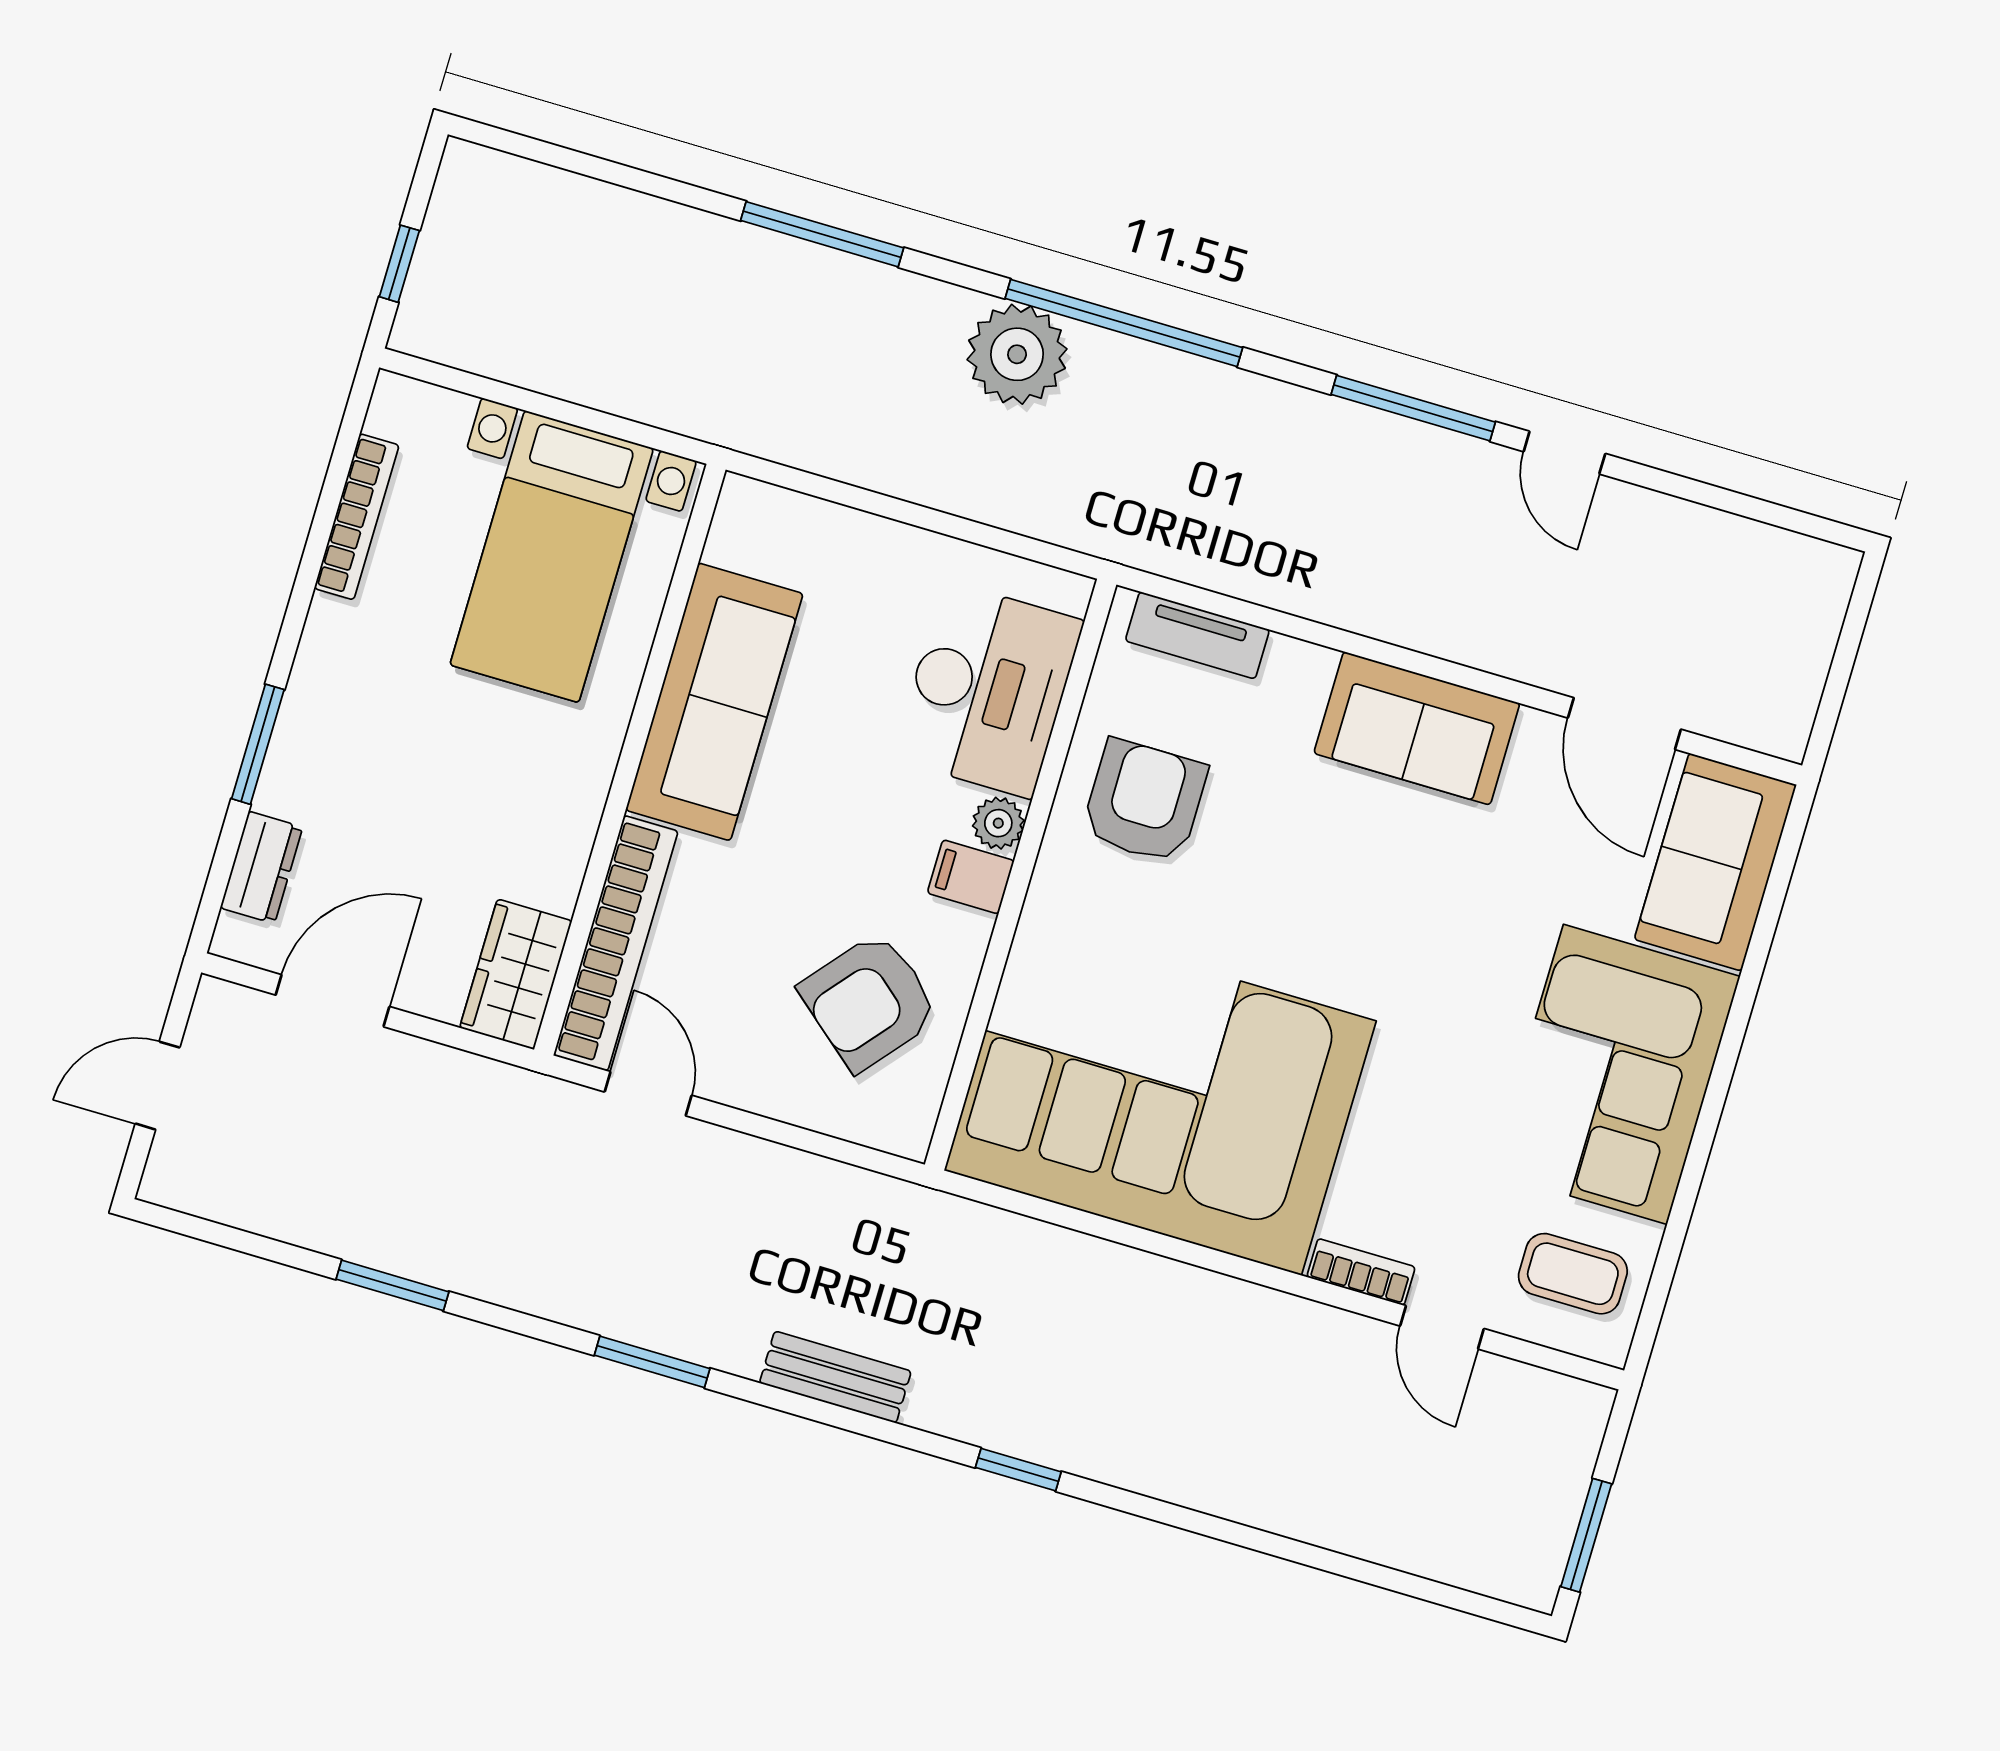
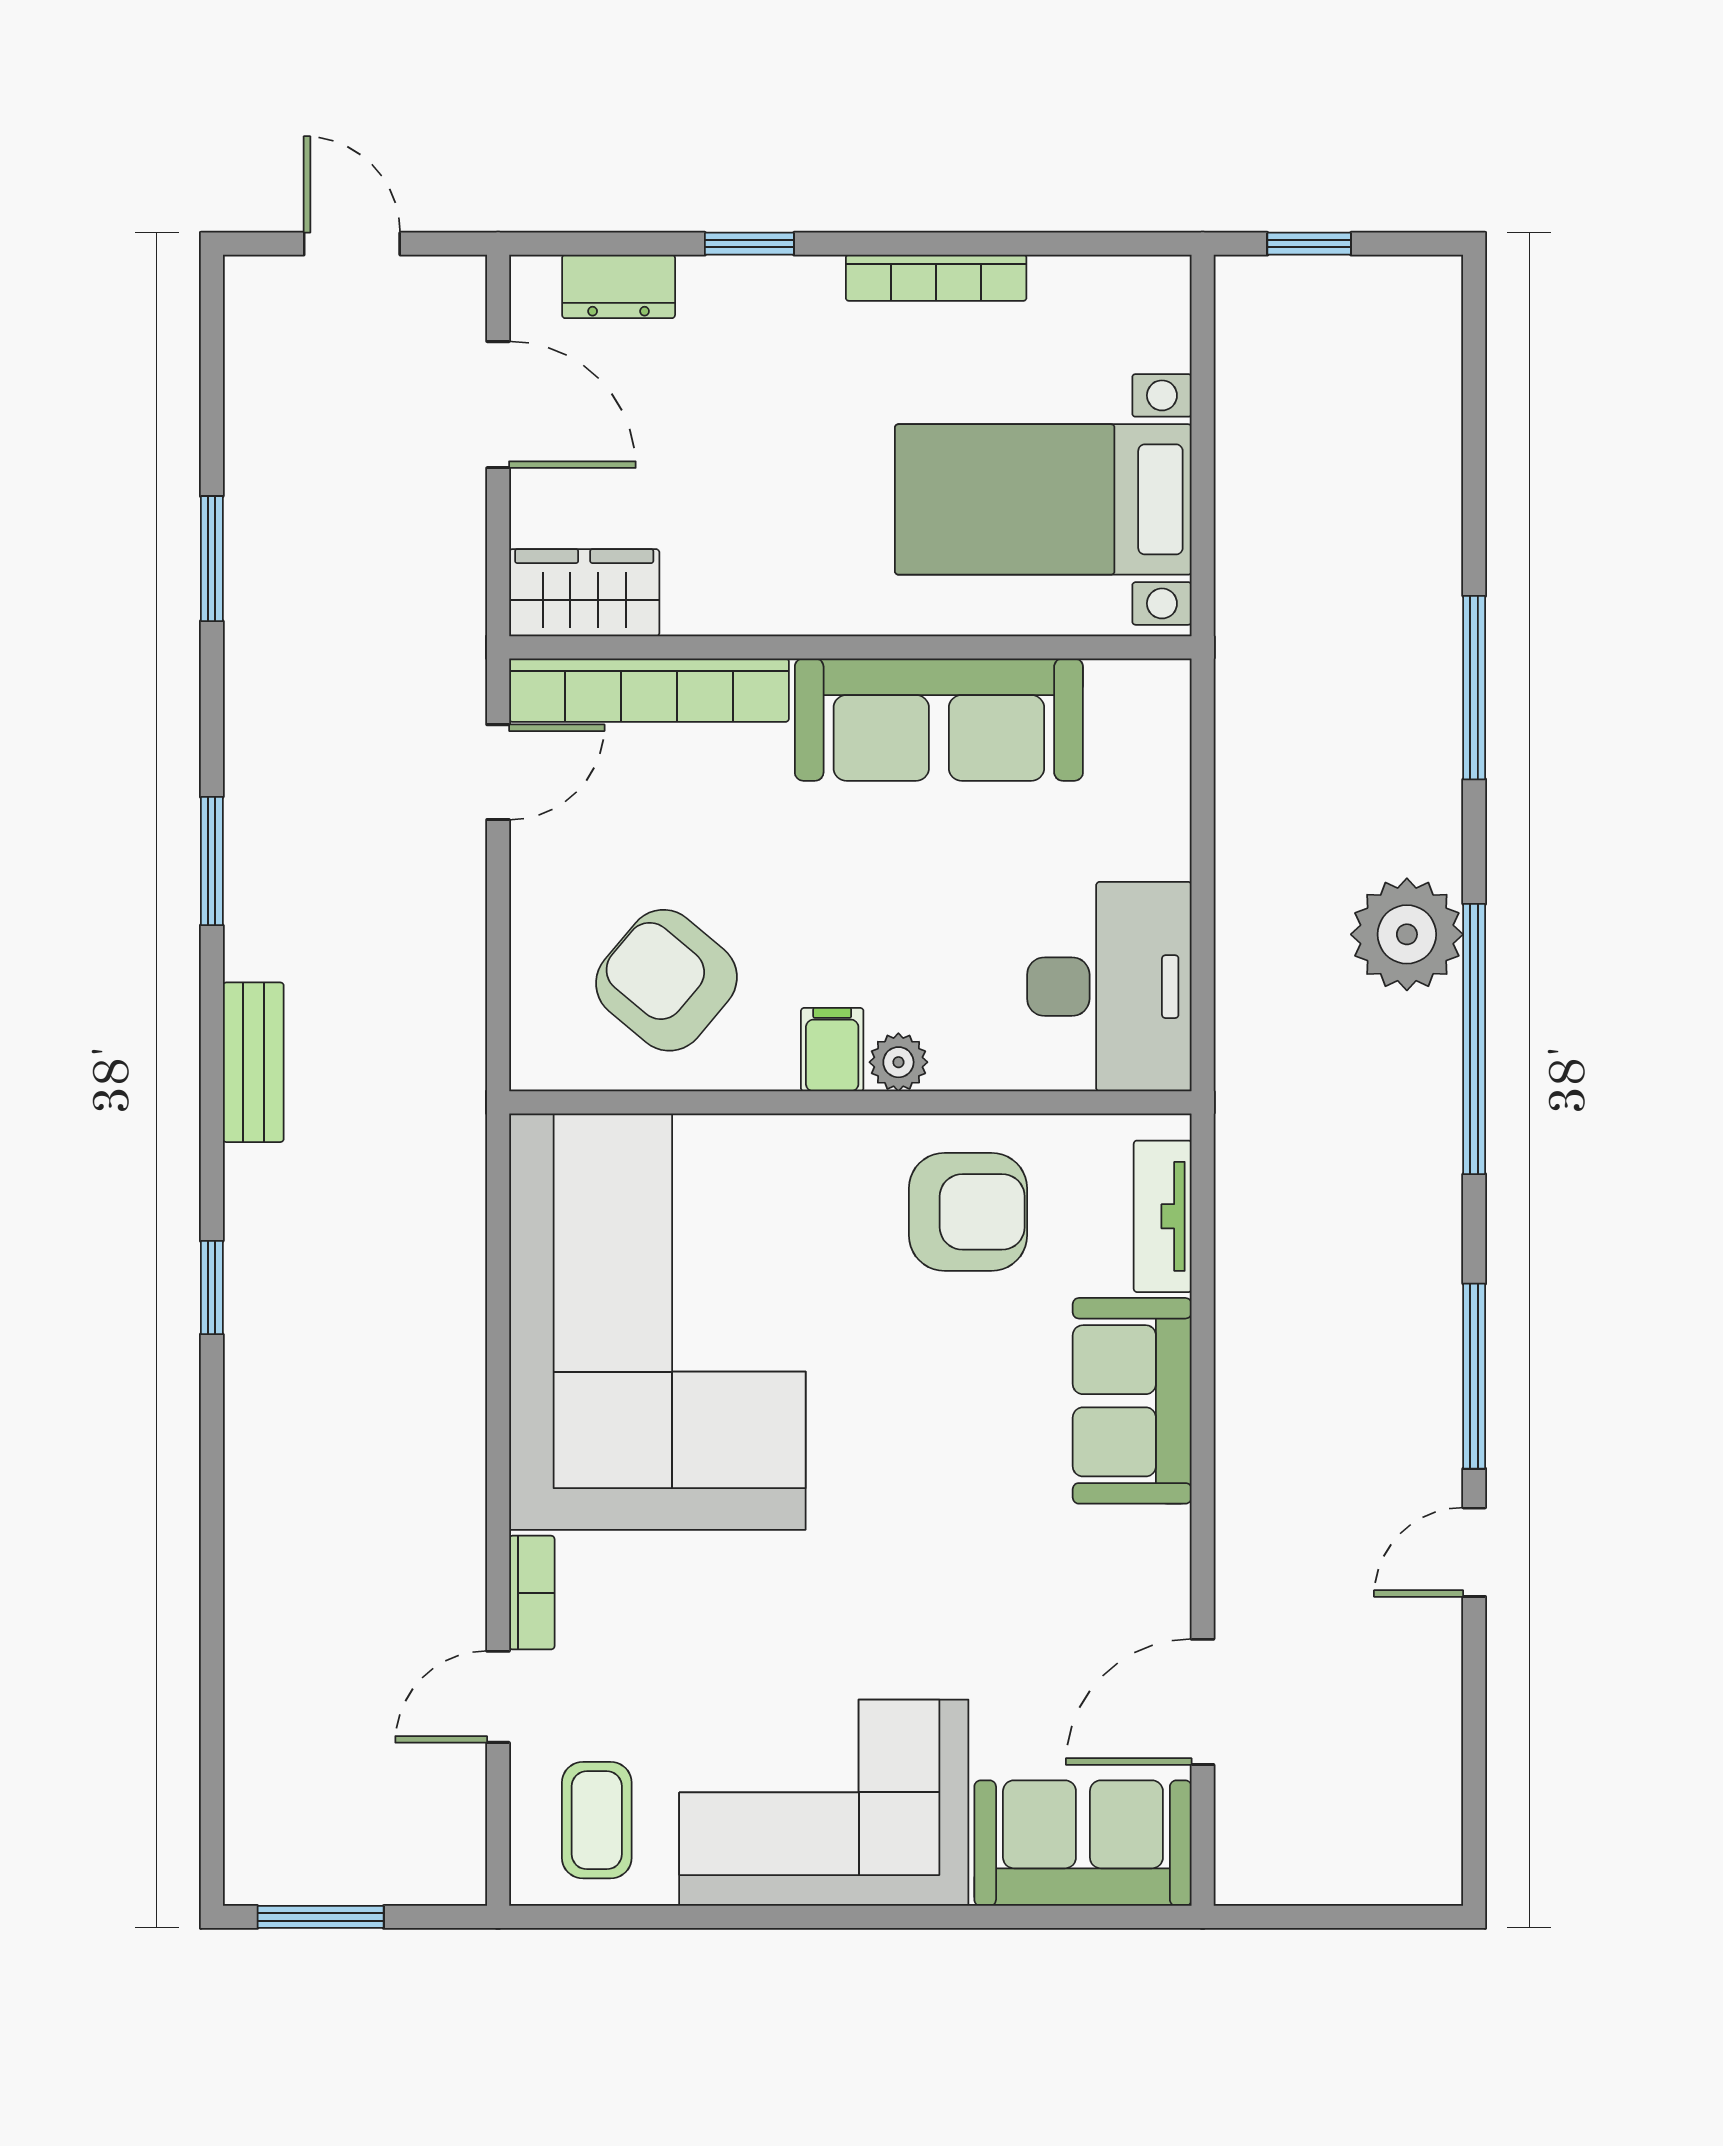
bookcase: (357, 517) -> (936, 278), moved
desk: (988, 690) -> (1109, 987), moved, turned -90
sofa: (1417, 728) -> (1132, 1401), moved
window: (258, 744) -> (749, 244), width x0.67

